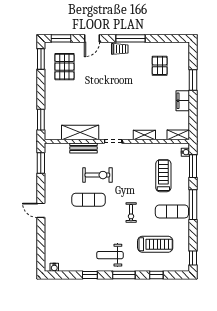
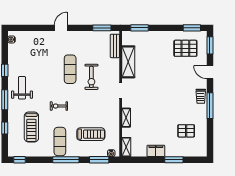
bench: (84, 148) -> (115, 46), moved

